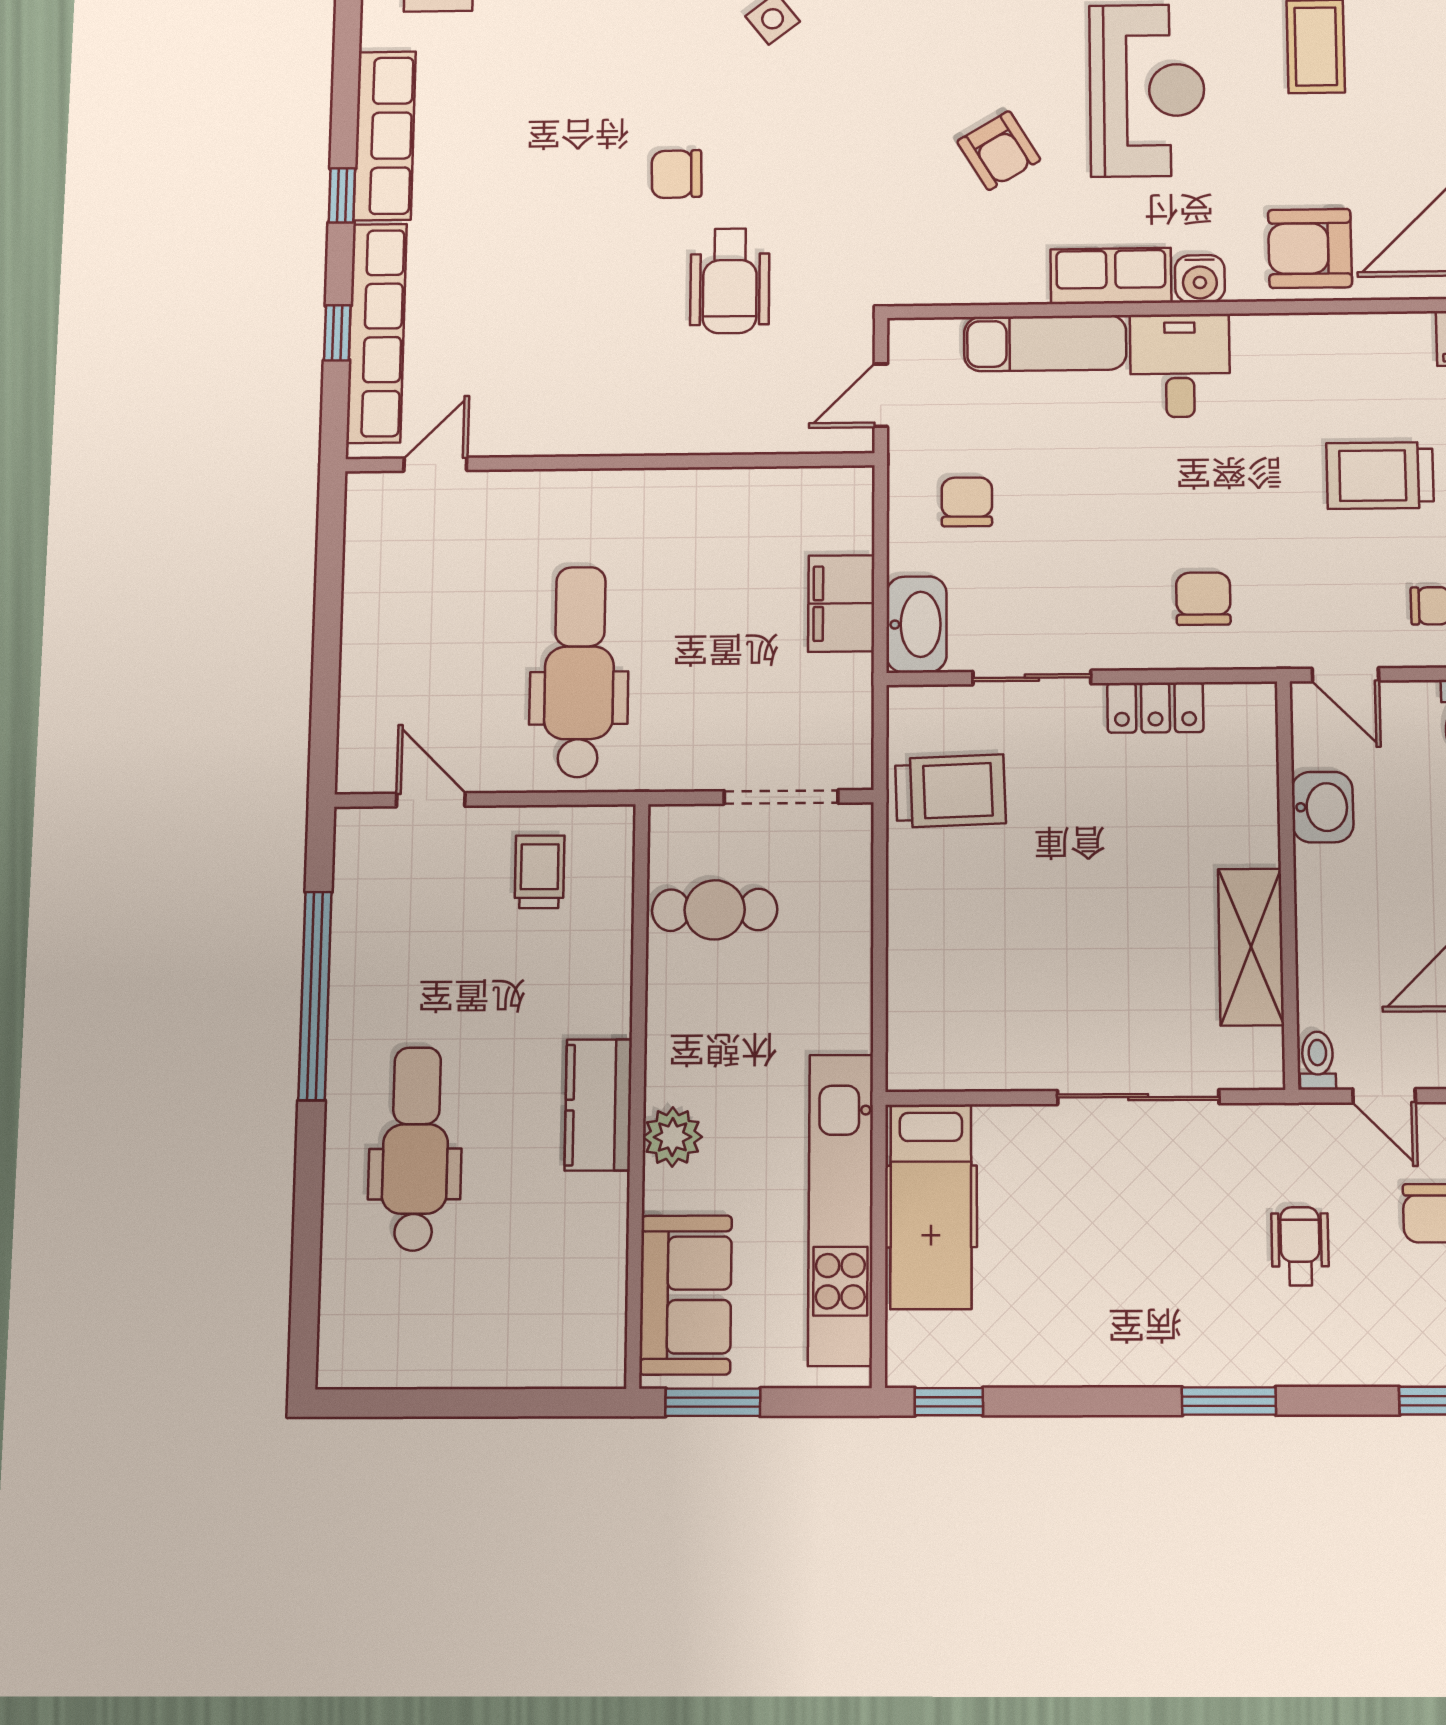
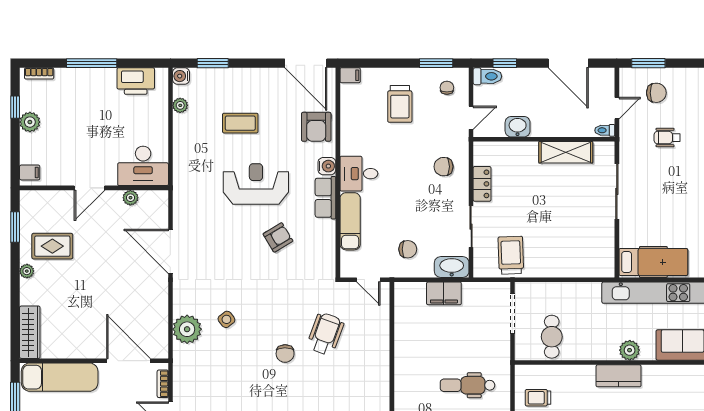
wheelchair: (730, 281) -> (325, 334), turned -70
chair: (967, 502) -> (408, 249), turned 180
dental chair: (579, 672) -> (467, 385), width x0.73, depth x0.72

